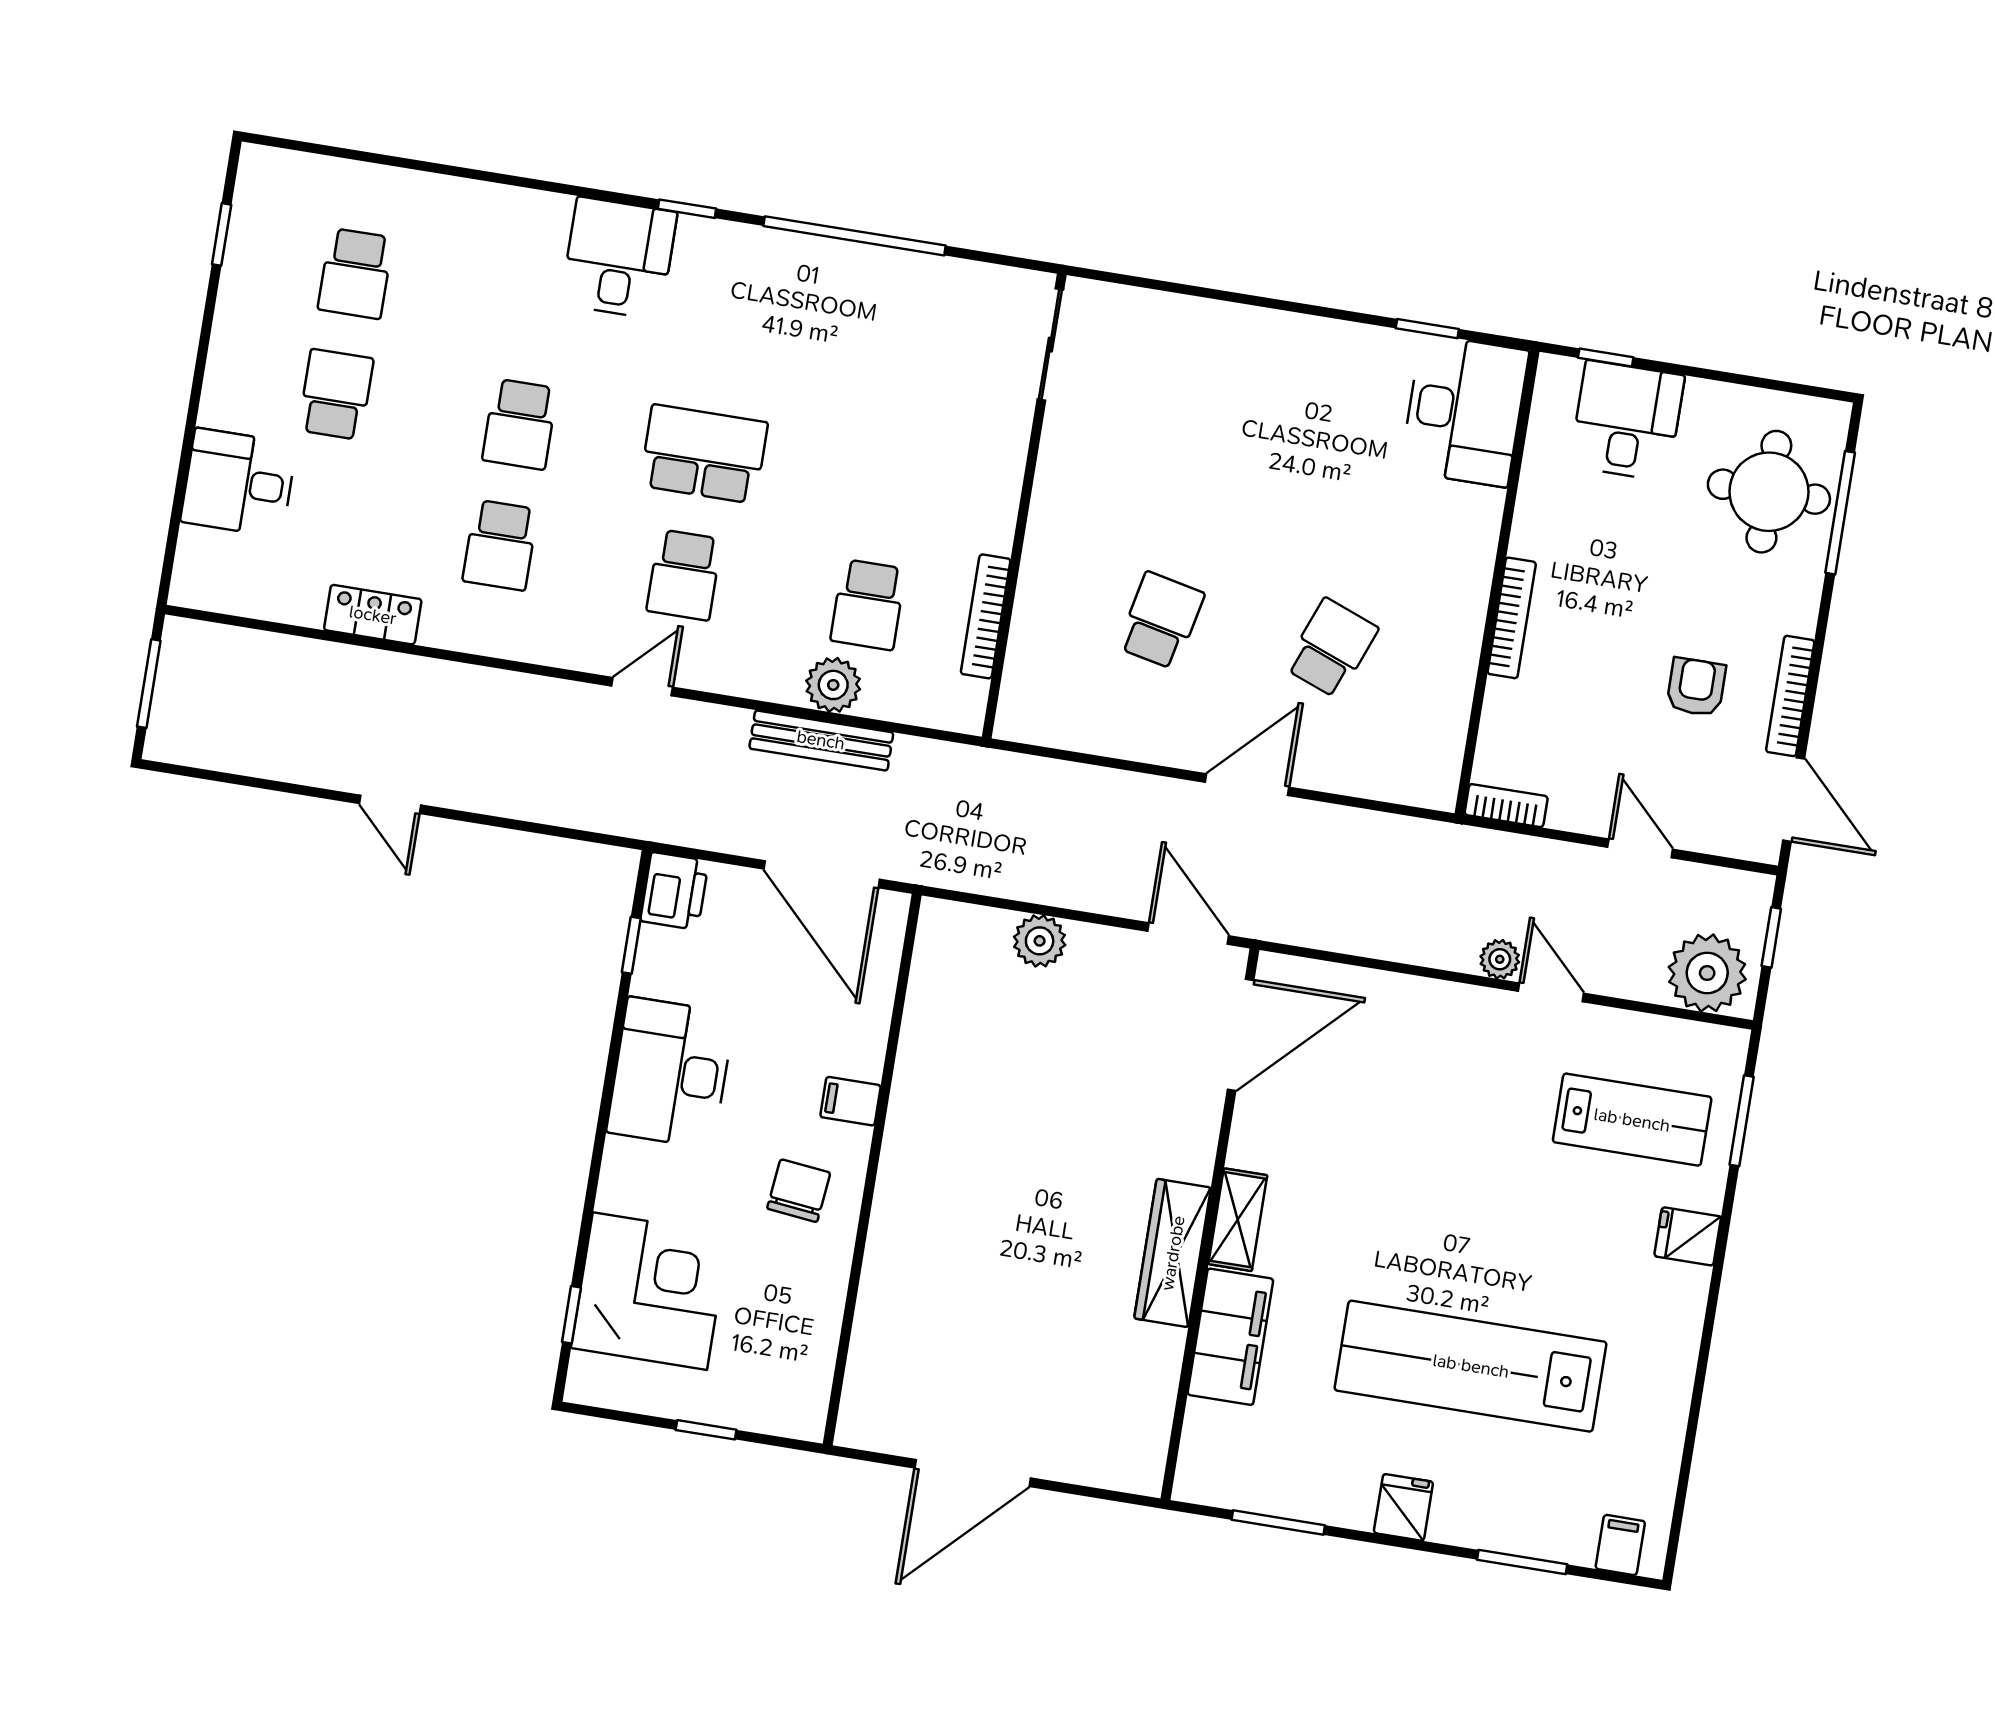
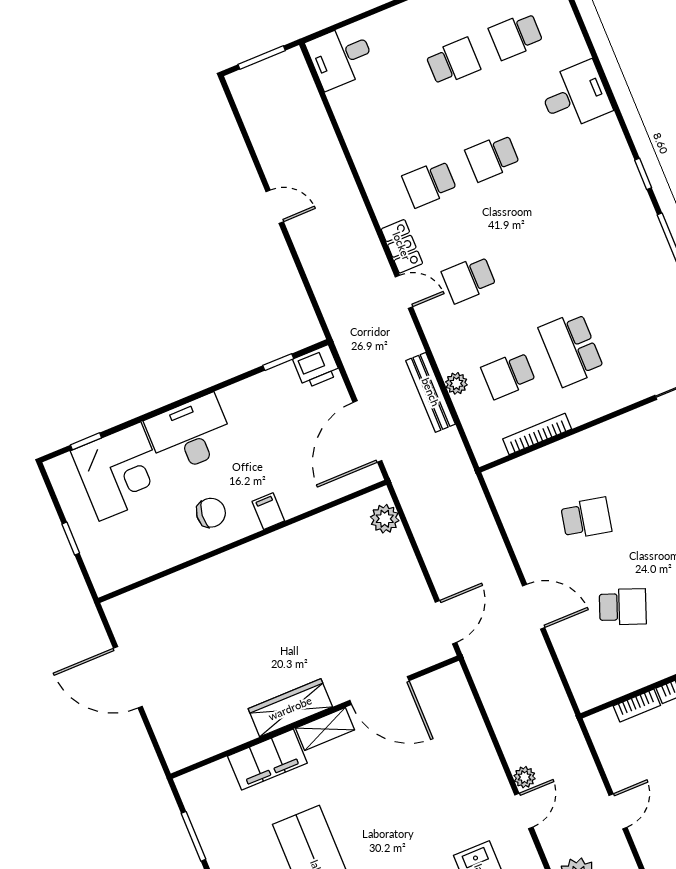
desk: (619, 258) -> (575, 96), moved
school desk: (704, 454) -> (571, 349), moved, turned 180
desk: (239, 483) -> (341, 57), moved, turned -90
locker: (373, 615) -> (402, 246), moved
plant: (833, 685) -> (456, 383), width x0.73, depth x0.73
door: (390, 804) -> (275, 207), swing flipped
bookcase: (1506, 806) -> (637, 706), moved, turned 90
plant: (1040, 941) -> (385, 519), moved
door: (1241, 1035) -> (379, 690), moved
desk: (671, 1073) -> (190, 434), moved

